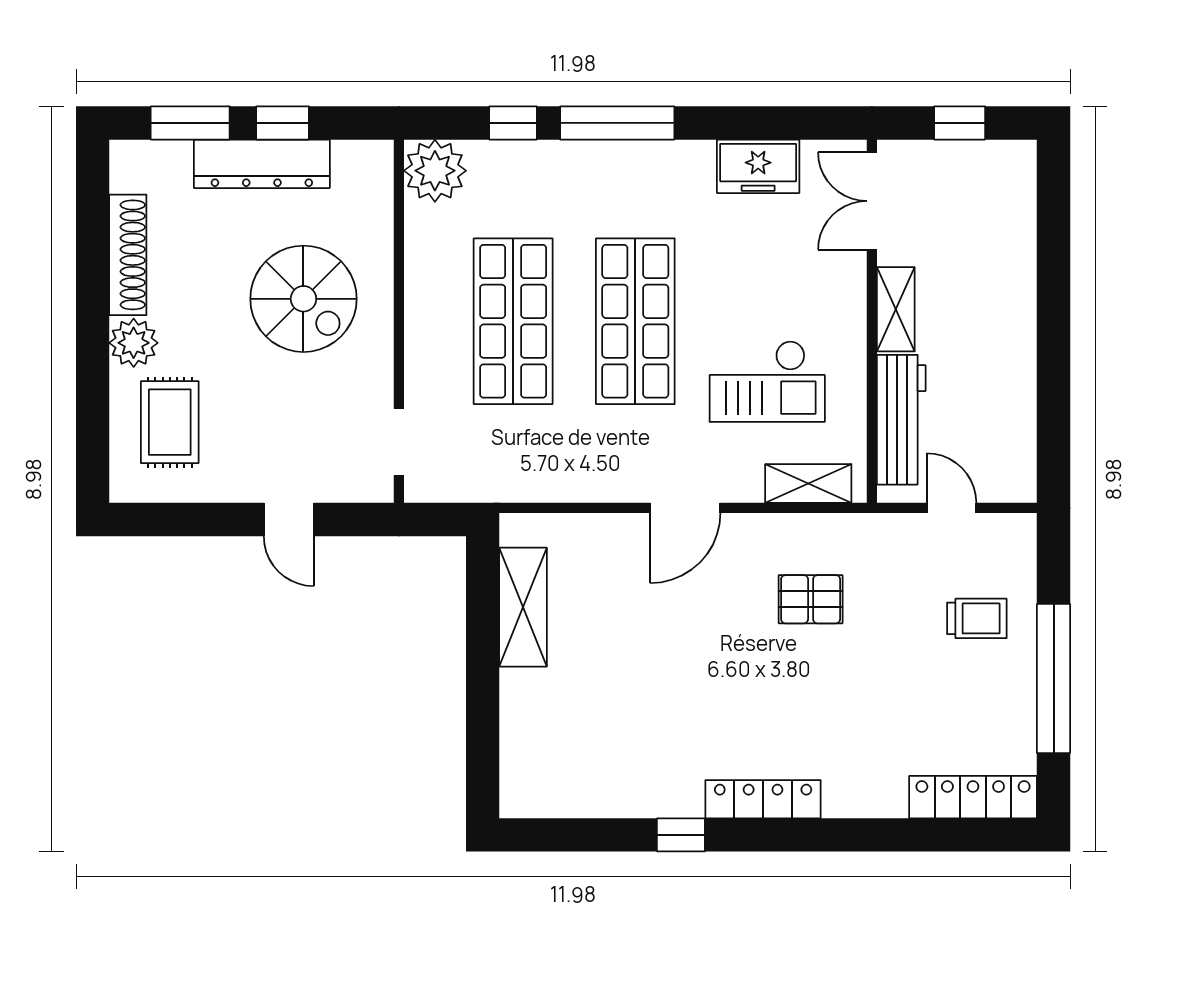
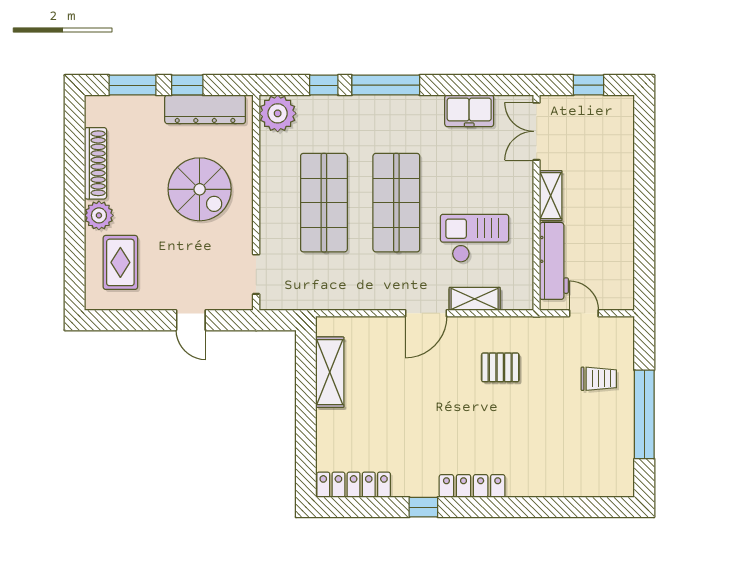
dresser: (262, 164) -> (205, 109), moved
checkout: (767, 381) -> (475, 238), turned 180
shelving: (808, 484) -> (475, 299), moved
locker: (973, 797) -> (354, 485), moved

